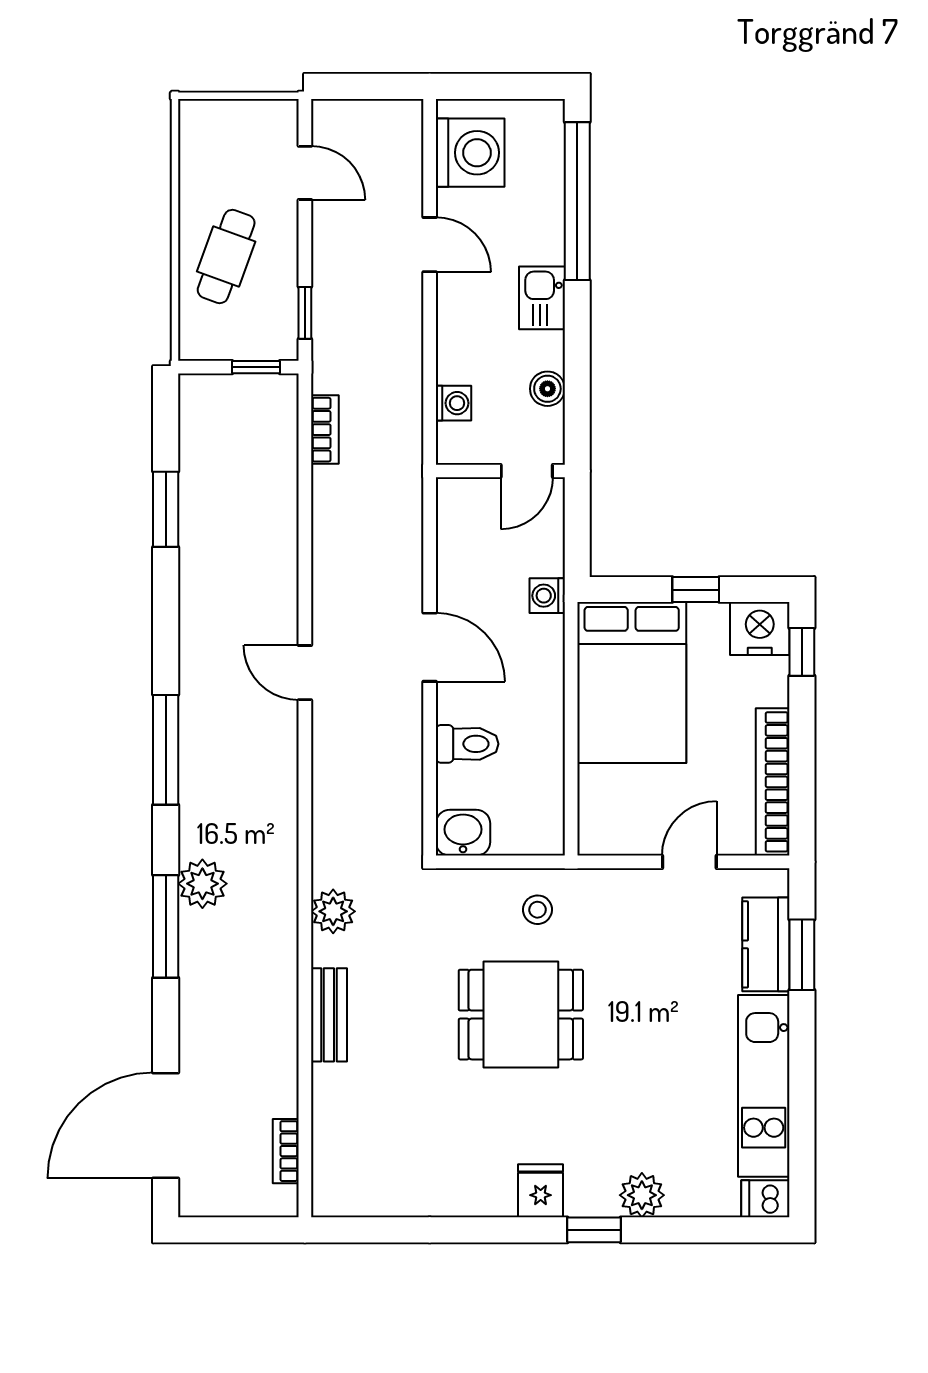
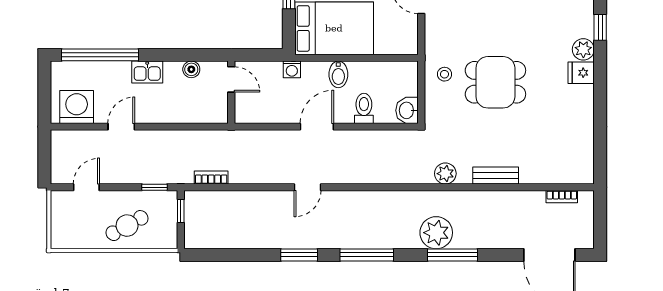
cafe table: (226, 256) -> (127, 226), turned -49
washing machine: (453, 403) -> (198, 115), removed
window: (166, 509) -> (299, 255), moved
door: (305, 673) -> (308, 187), moved
bidet: (537, 691) -> (338, 74), added
plant: (202, 884) -> (436, 233), width x1.36, depth x1.36
dining table: (521, 1015) -> (495, 82), turned 90
plant: (642, 1195) -> (583, 49), moved
window: (594, 1230) -> (600, 27), moved

